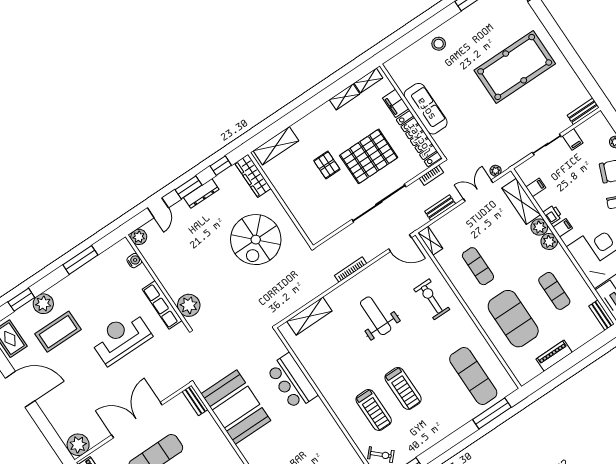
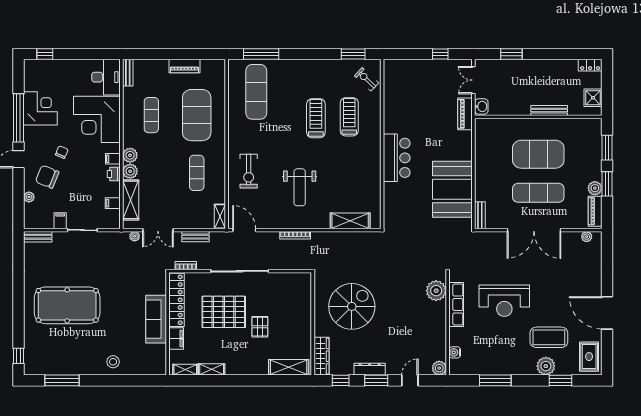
bar counter: (292, 382) -> (397, 158), moved
plant: (78, 445) -> (587, 237), width x0.53, depth x0.53

